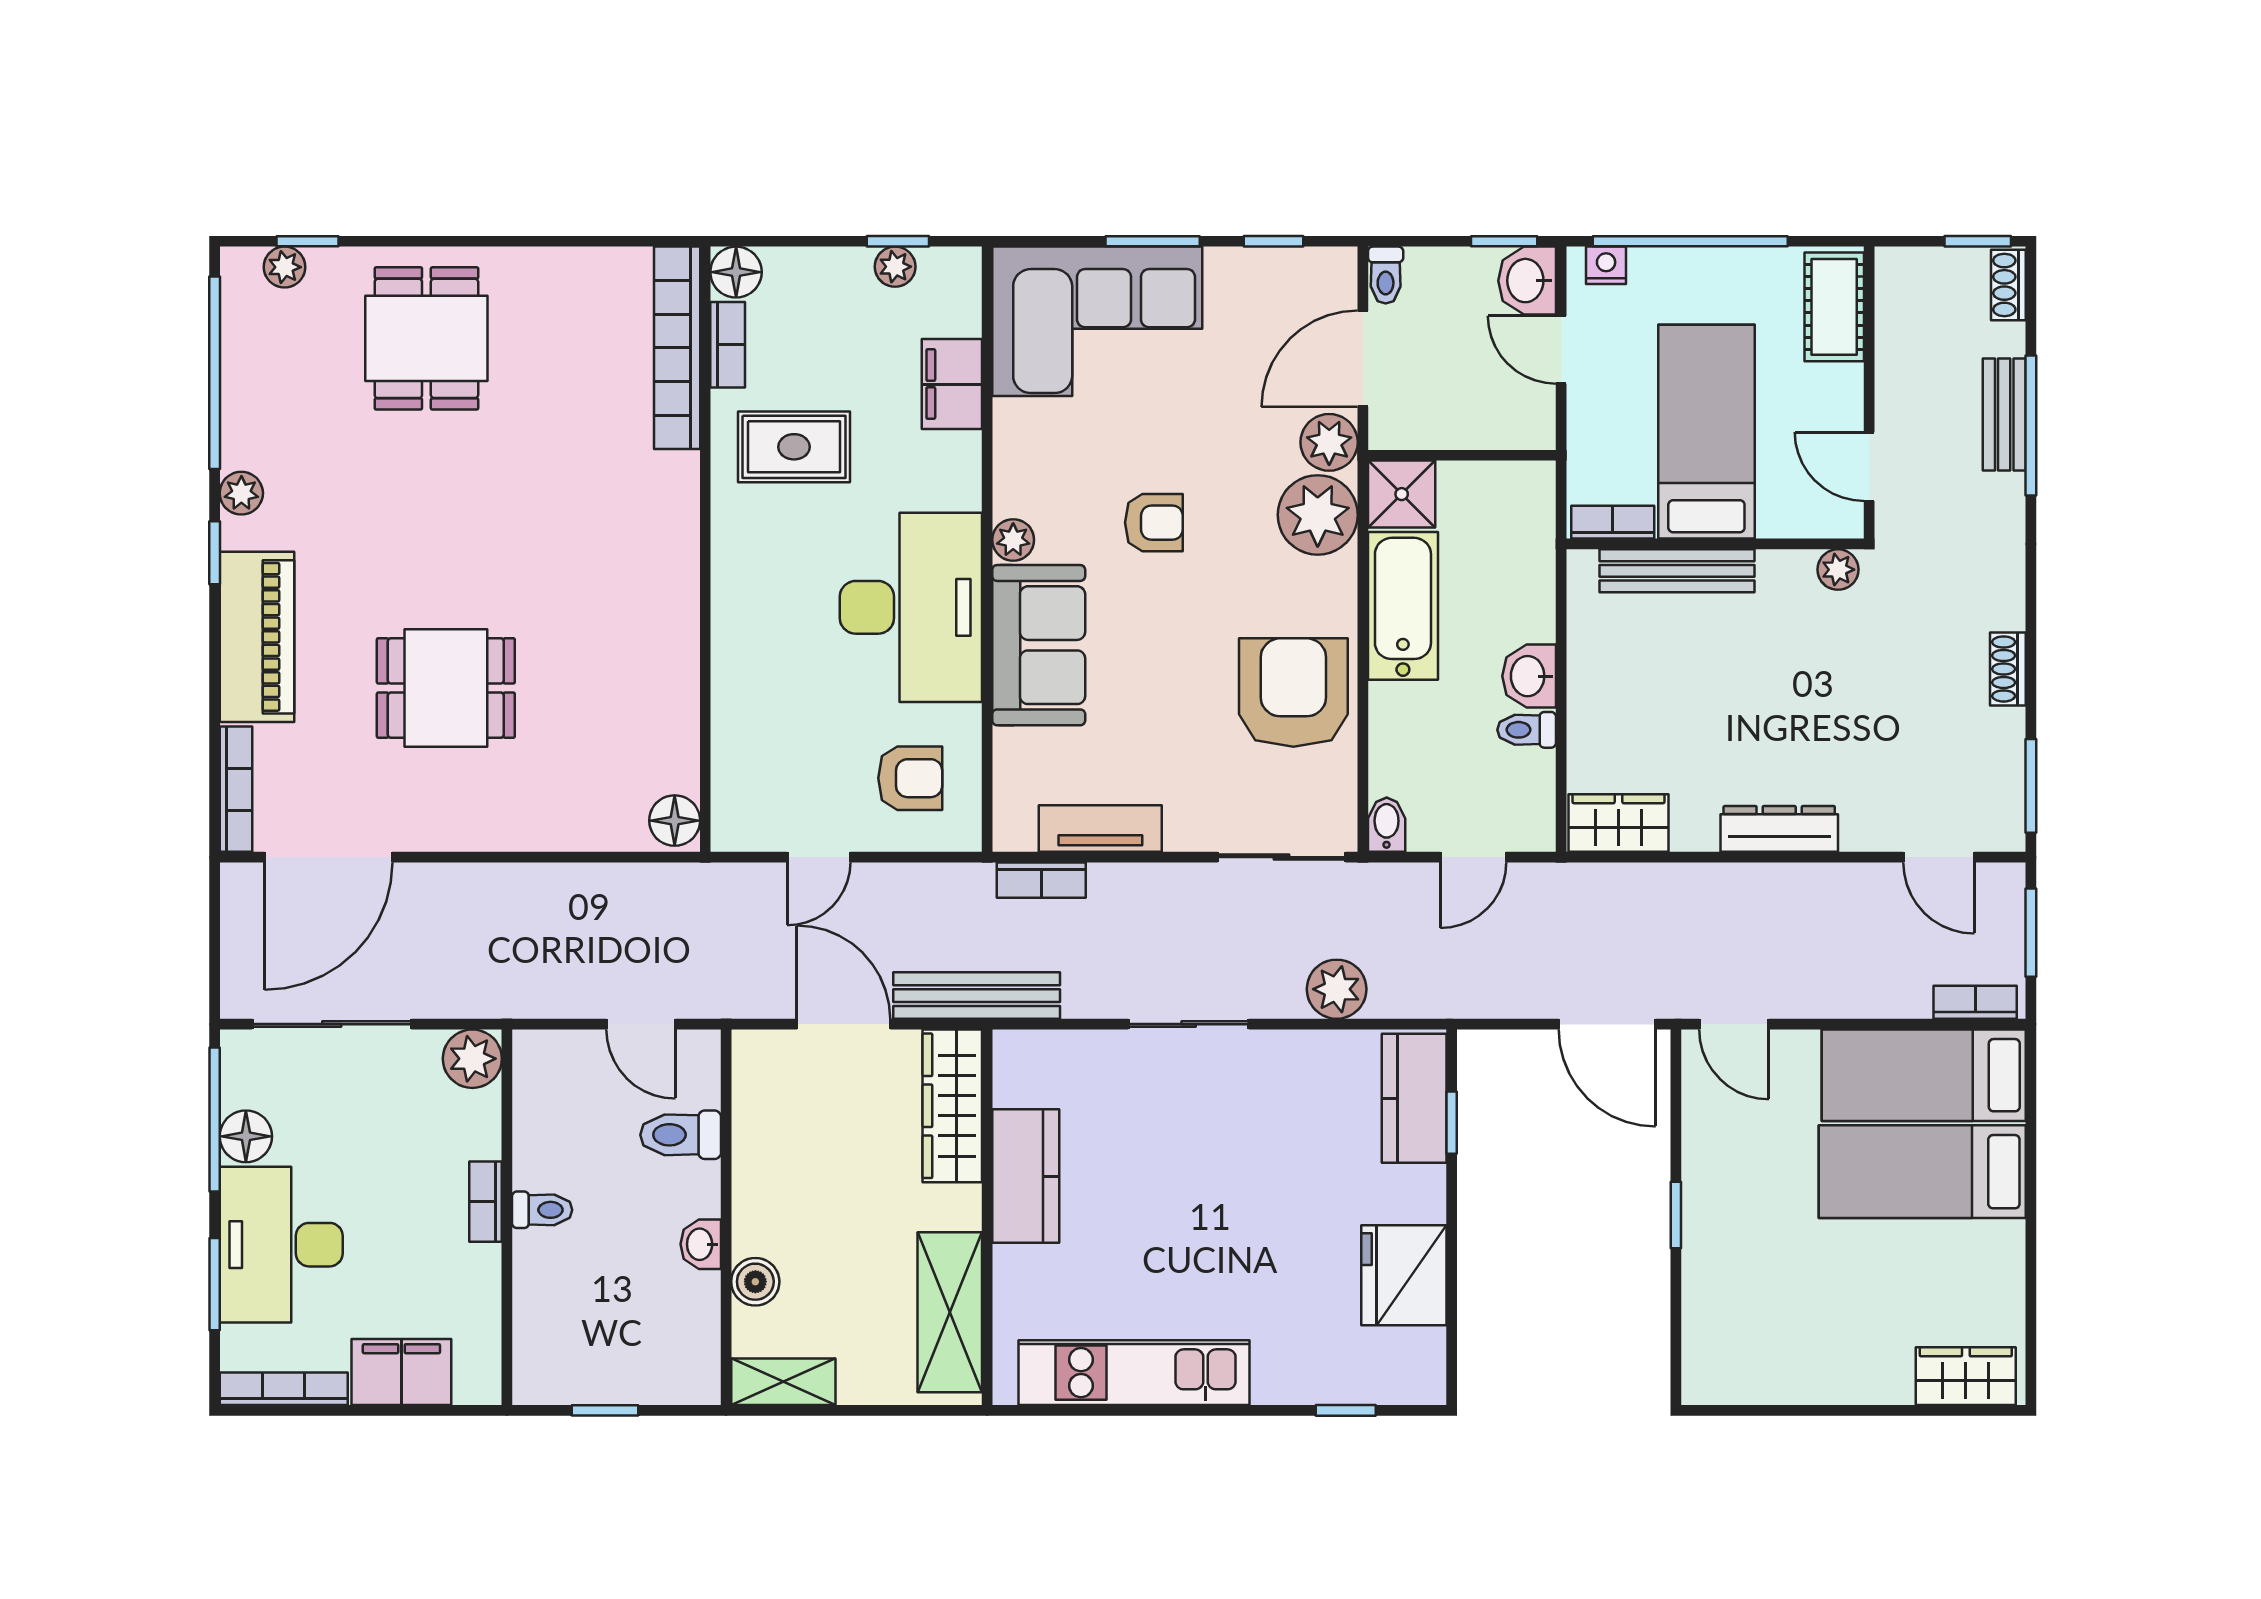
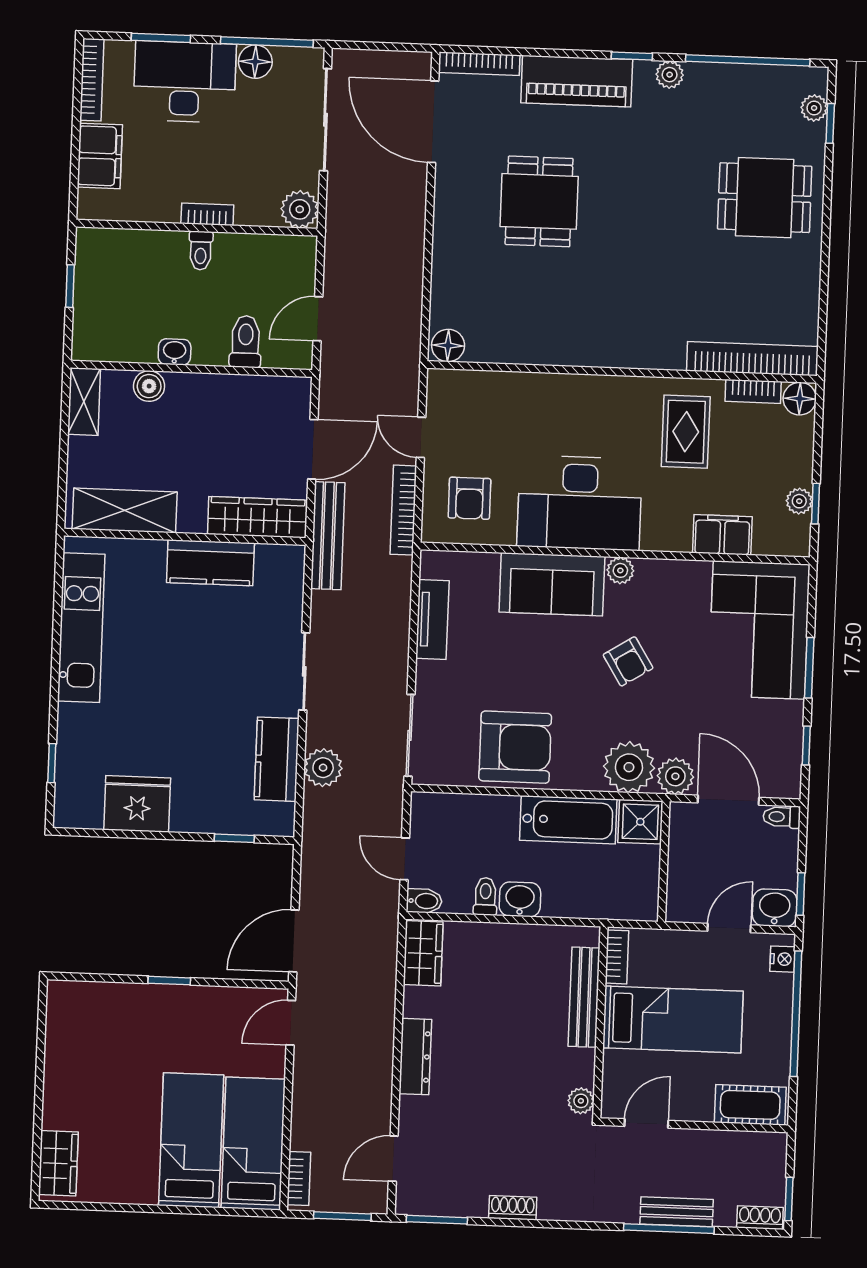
armchair: (1154, 523) -> (628, 661), turned -32
bidet: (1387, 825) -> (424, 901), moved
bookcase: (1041, 880) -> (403, 510), moved, width x1.56
kitchen counter: (1414, 1098) -> (277, 759), moved, turned -90

